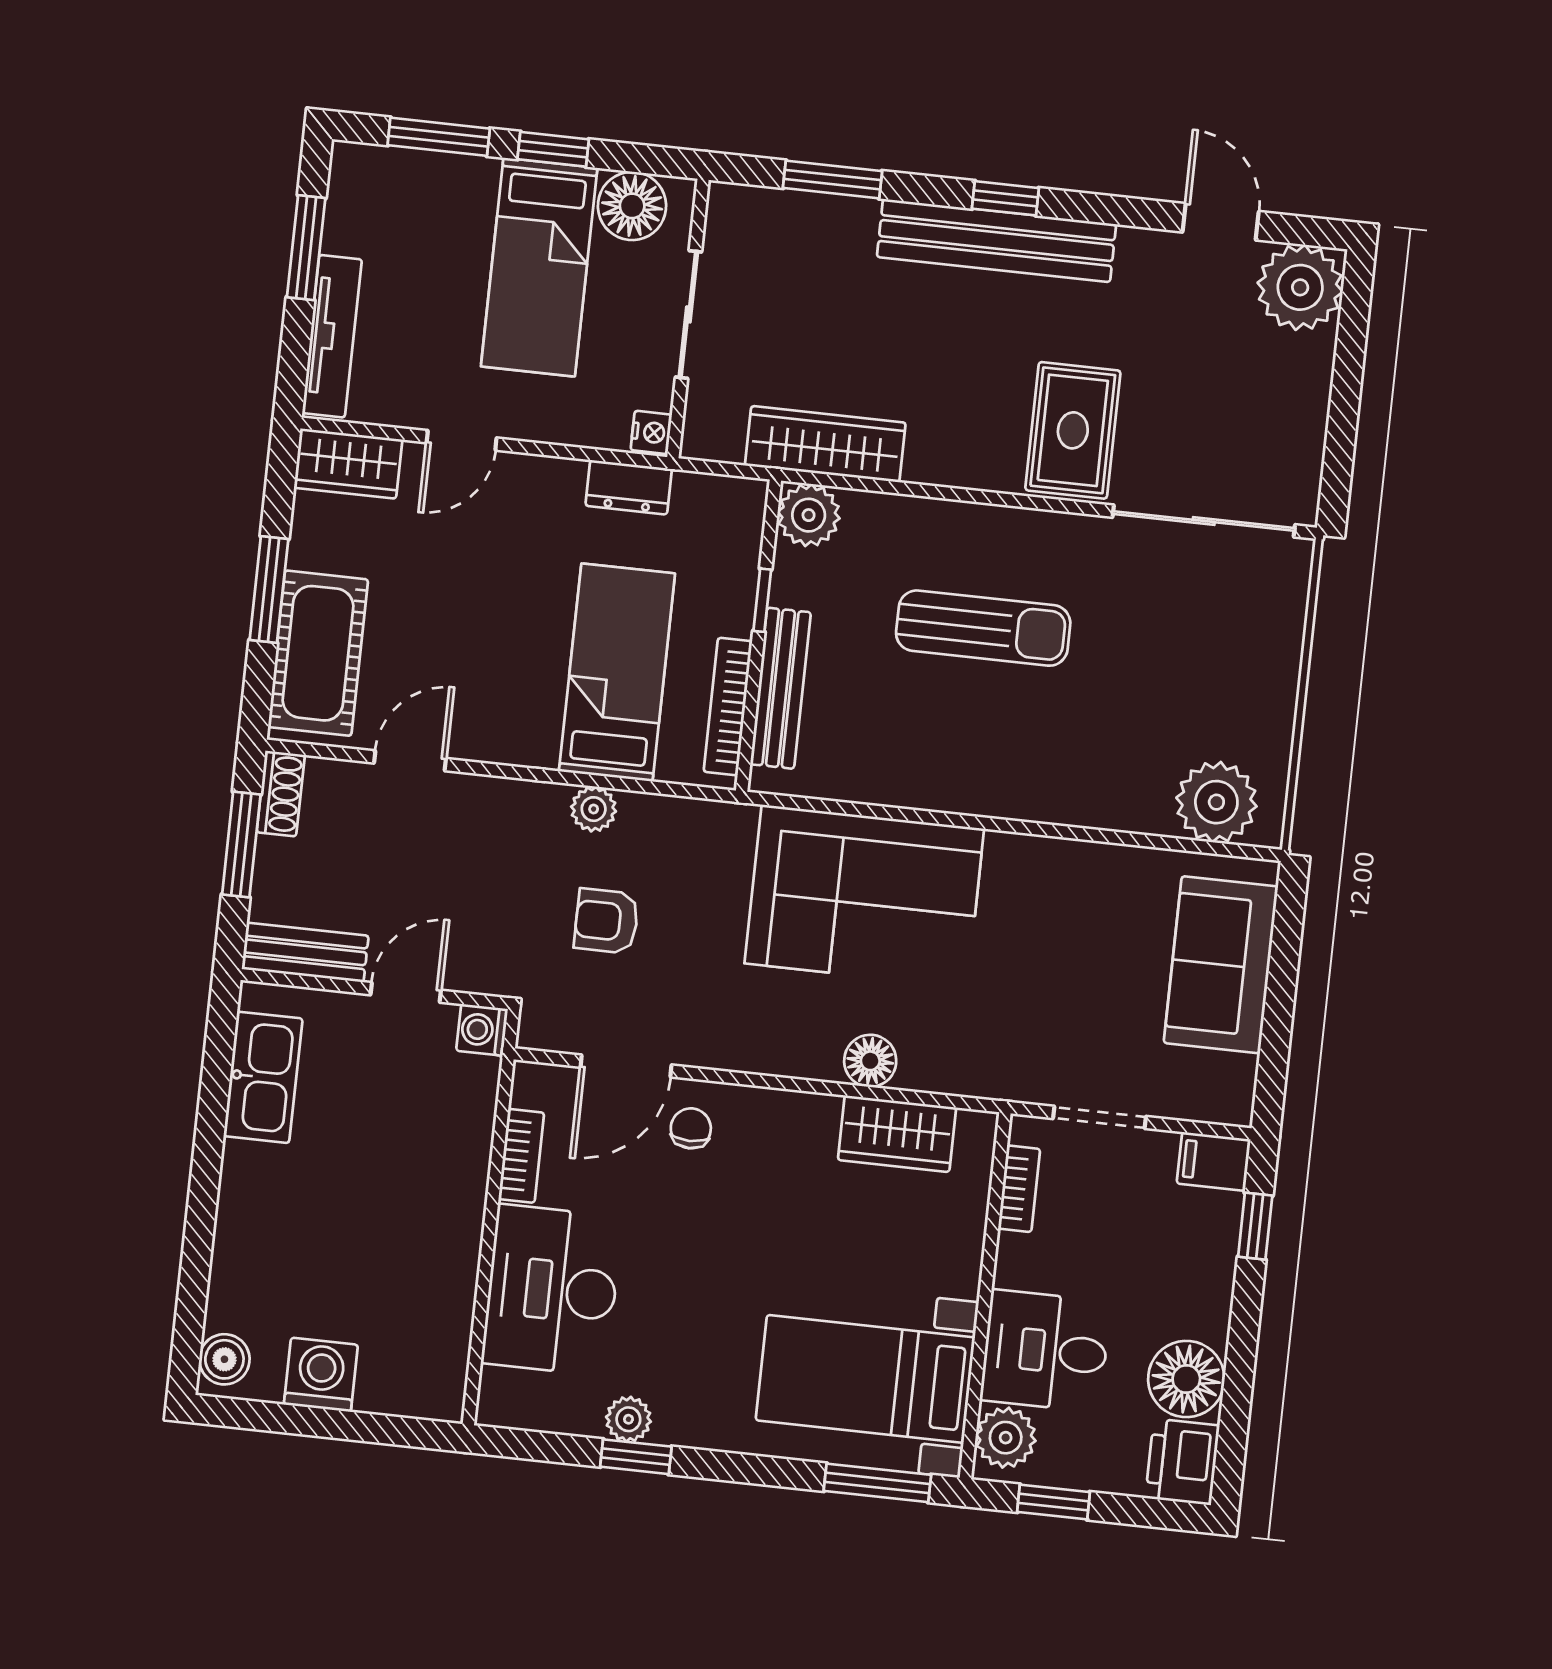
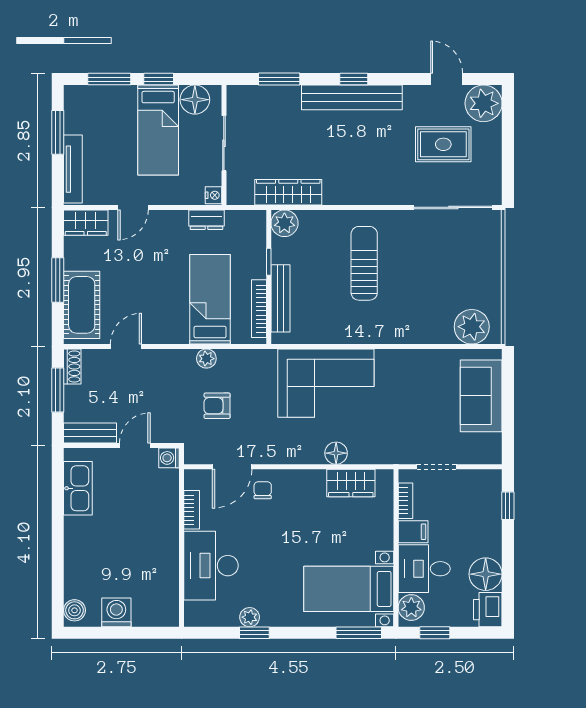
rug: (1073, 430) -> (443, 144), moved, turned 90
sun lounger: (983, 628) -> (364, 263), turned -90
filing cabinet: (1214, 1161) -> (413, 532), moved, turned 180

